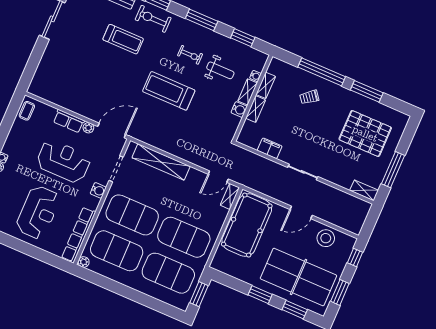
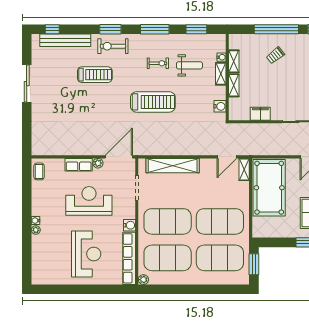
treadmill: (169, 91) -> (153, 102), turned 180
water cooler: (239, 110) -> (220, 106), moved
water cooler: (98, 190) -> (130, 225), moved

